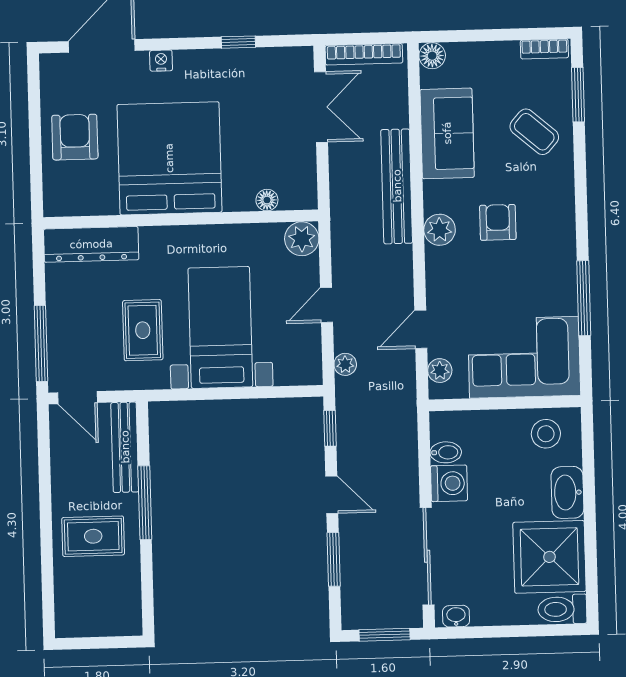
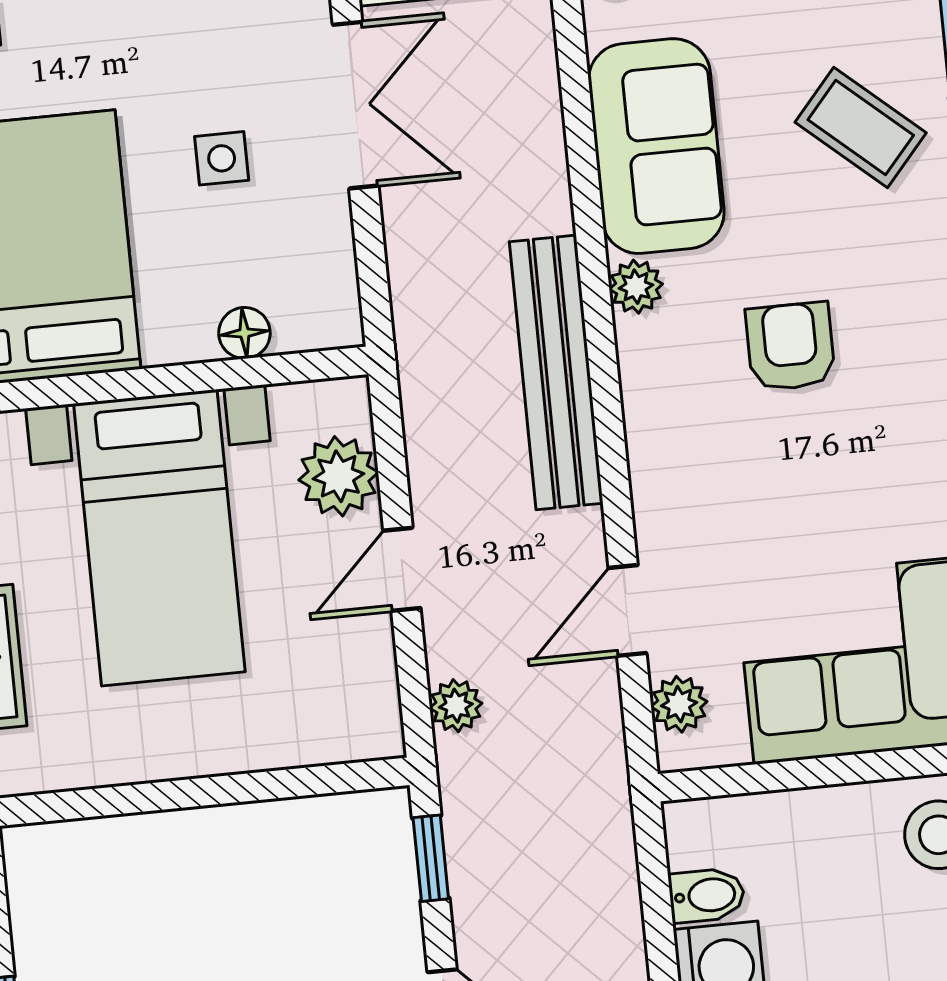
side table: (263, 125) -> (222, 158), added
bench: (397, 186) -> (556, 372), moved
plant: (440, 230) -> (636, 287), moved, width x0.73, depth x0.73
plant: (302, 239) -> (339, 476), moved
bed with nightstands: (220, 327) -> (159, 538), moved, turned 180

